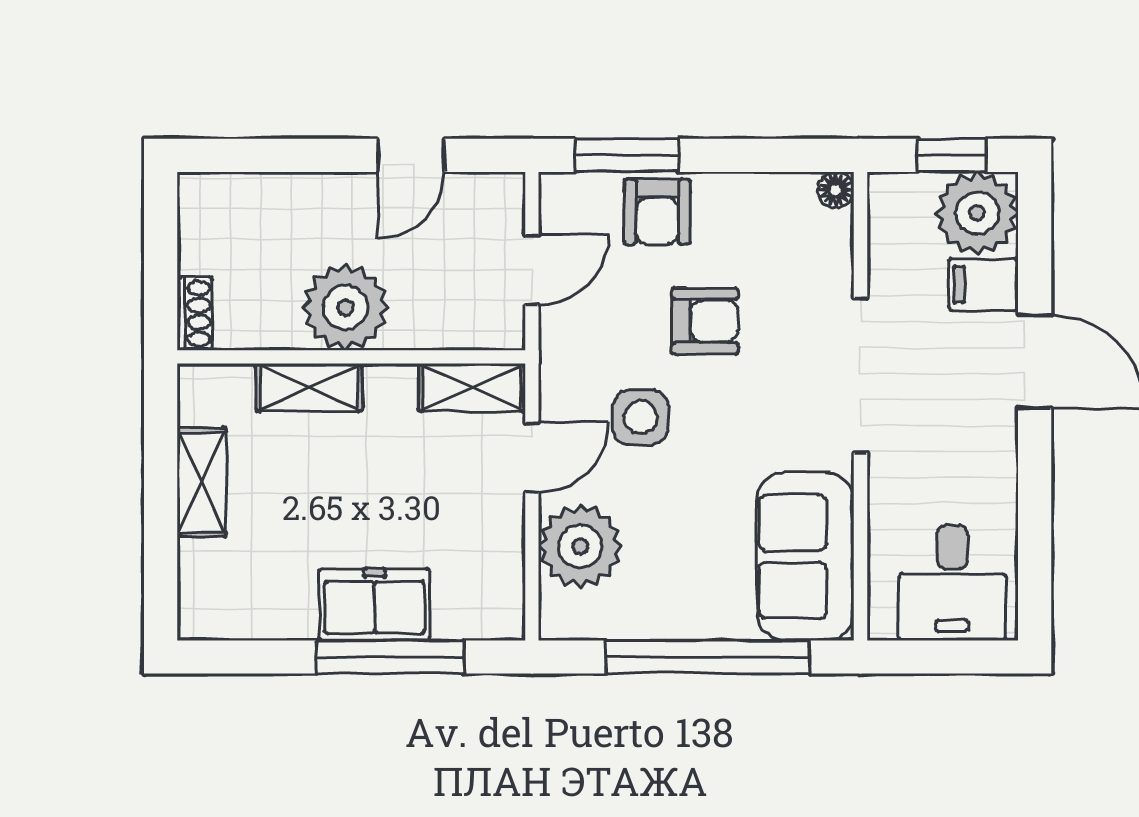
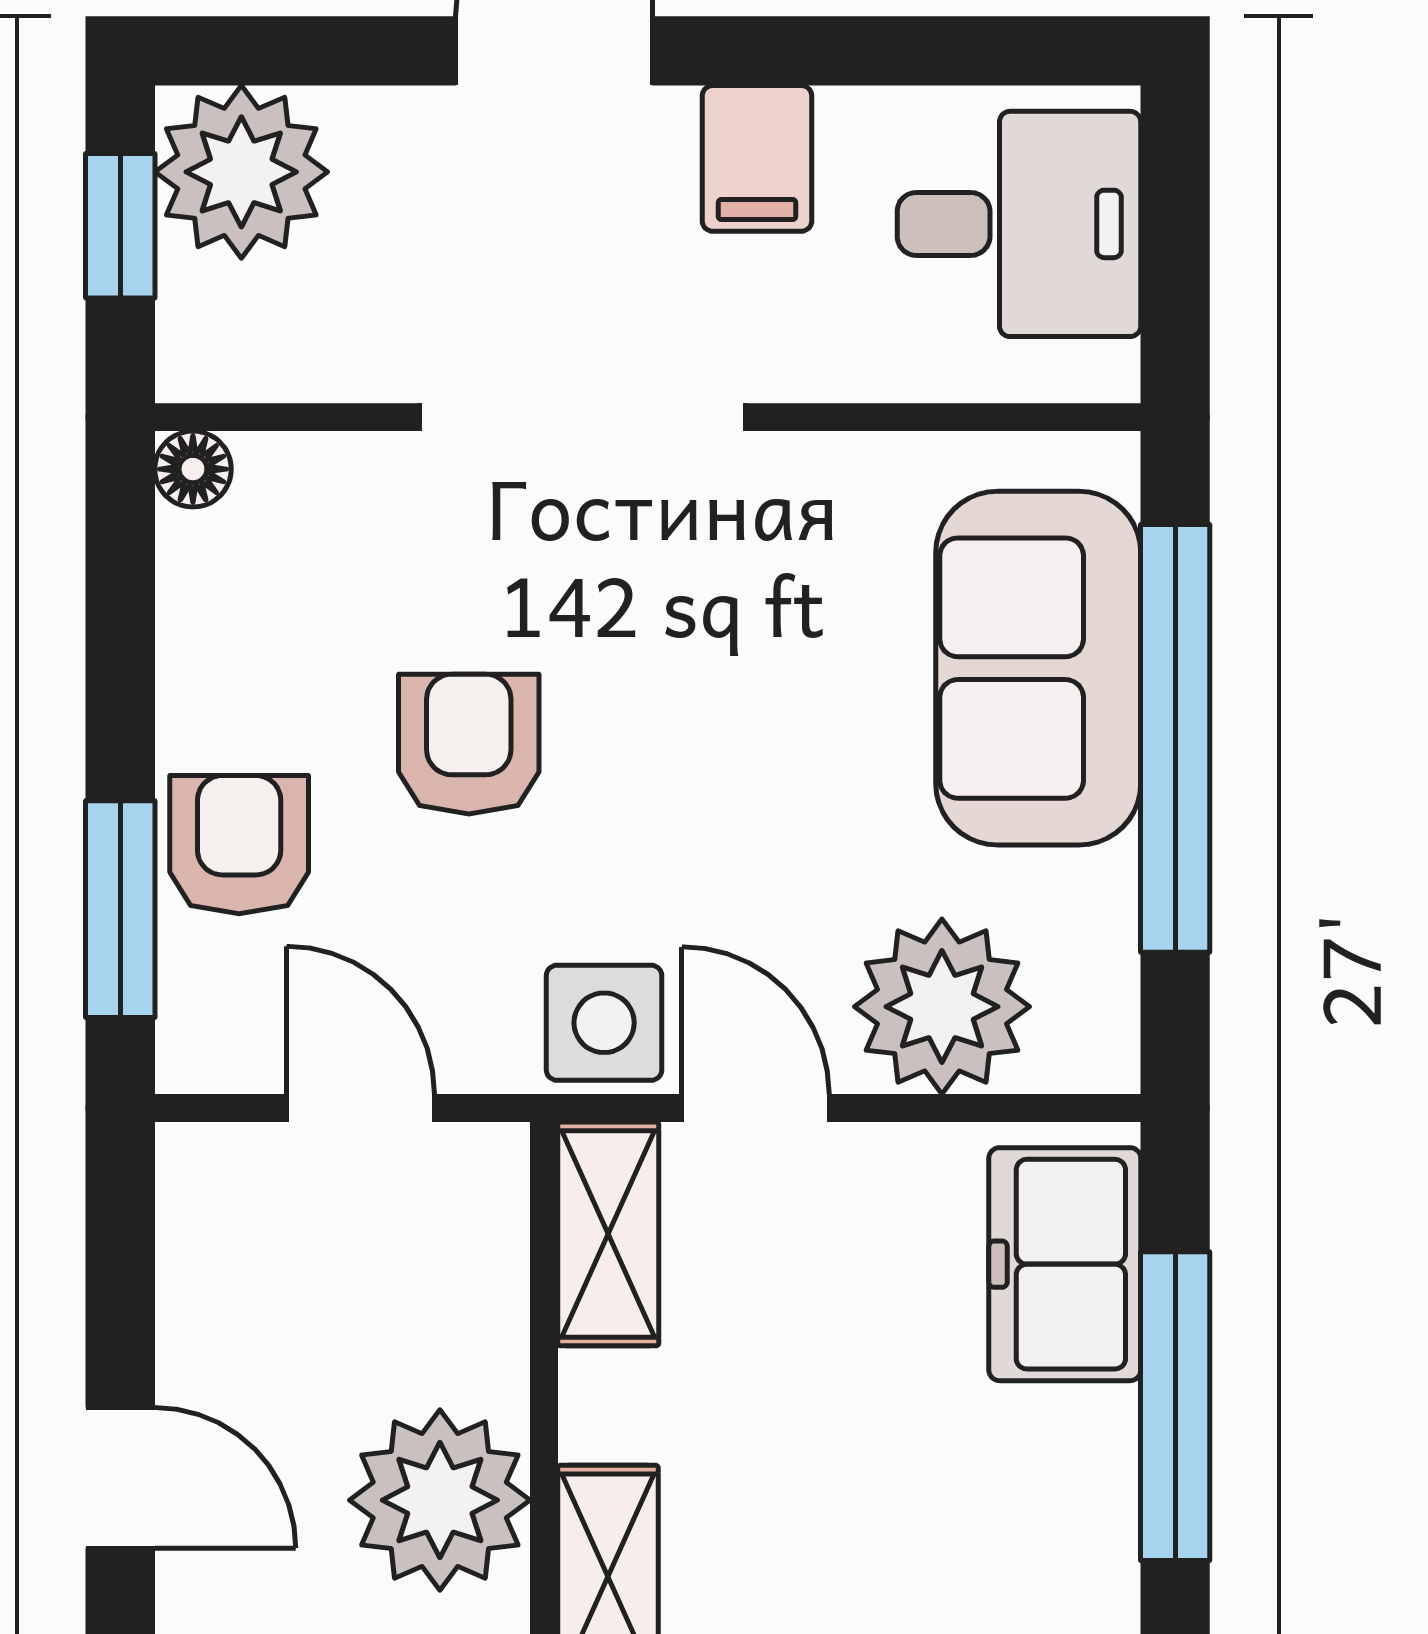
door: (411, 155) -> (120, 1478), moved
armchair: (657, 212) -> (239, 845), turned -90
filing cabinet: (983, 284) -> (757, 158), moved
side table: (640, 417) -> (604, 1023), moved
sofa: (805, 556) -> (1038, 668), moved, turned 90
freezer: (374, 605) -> (1065, 1264), moved

